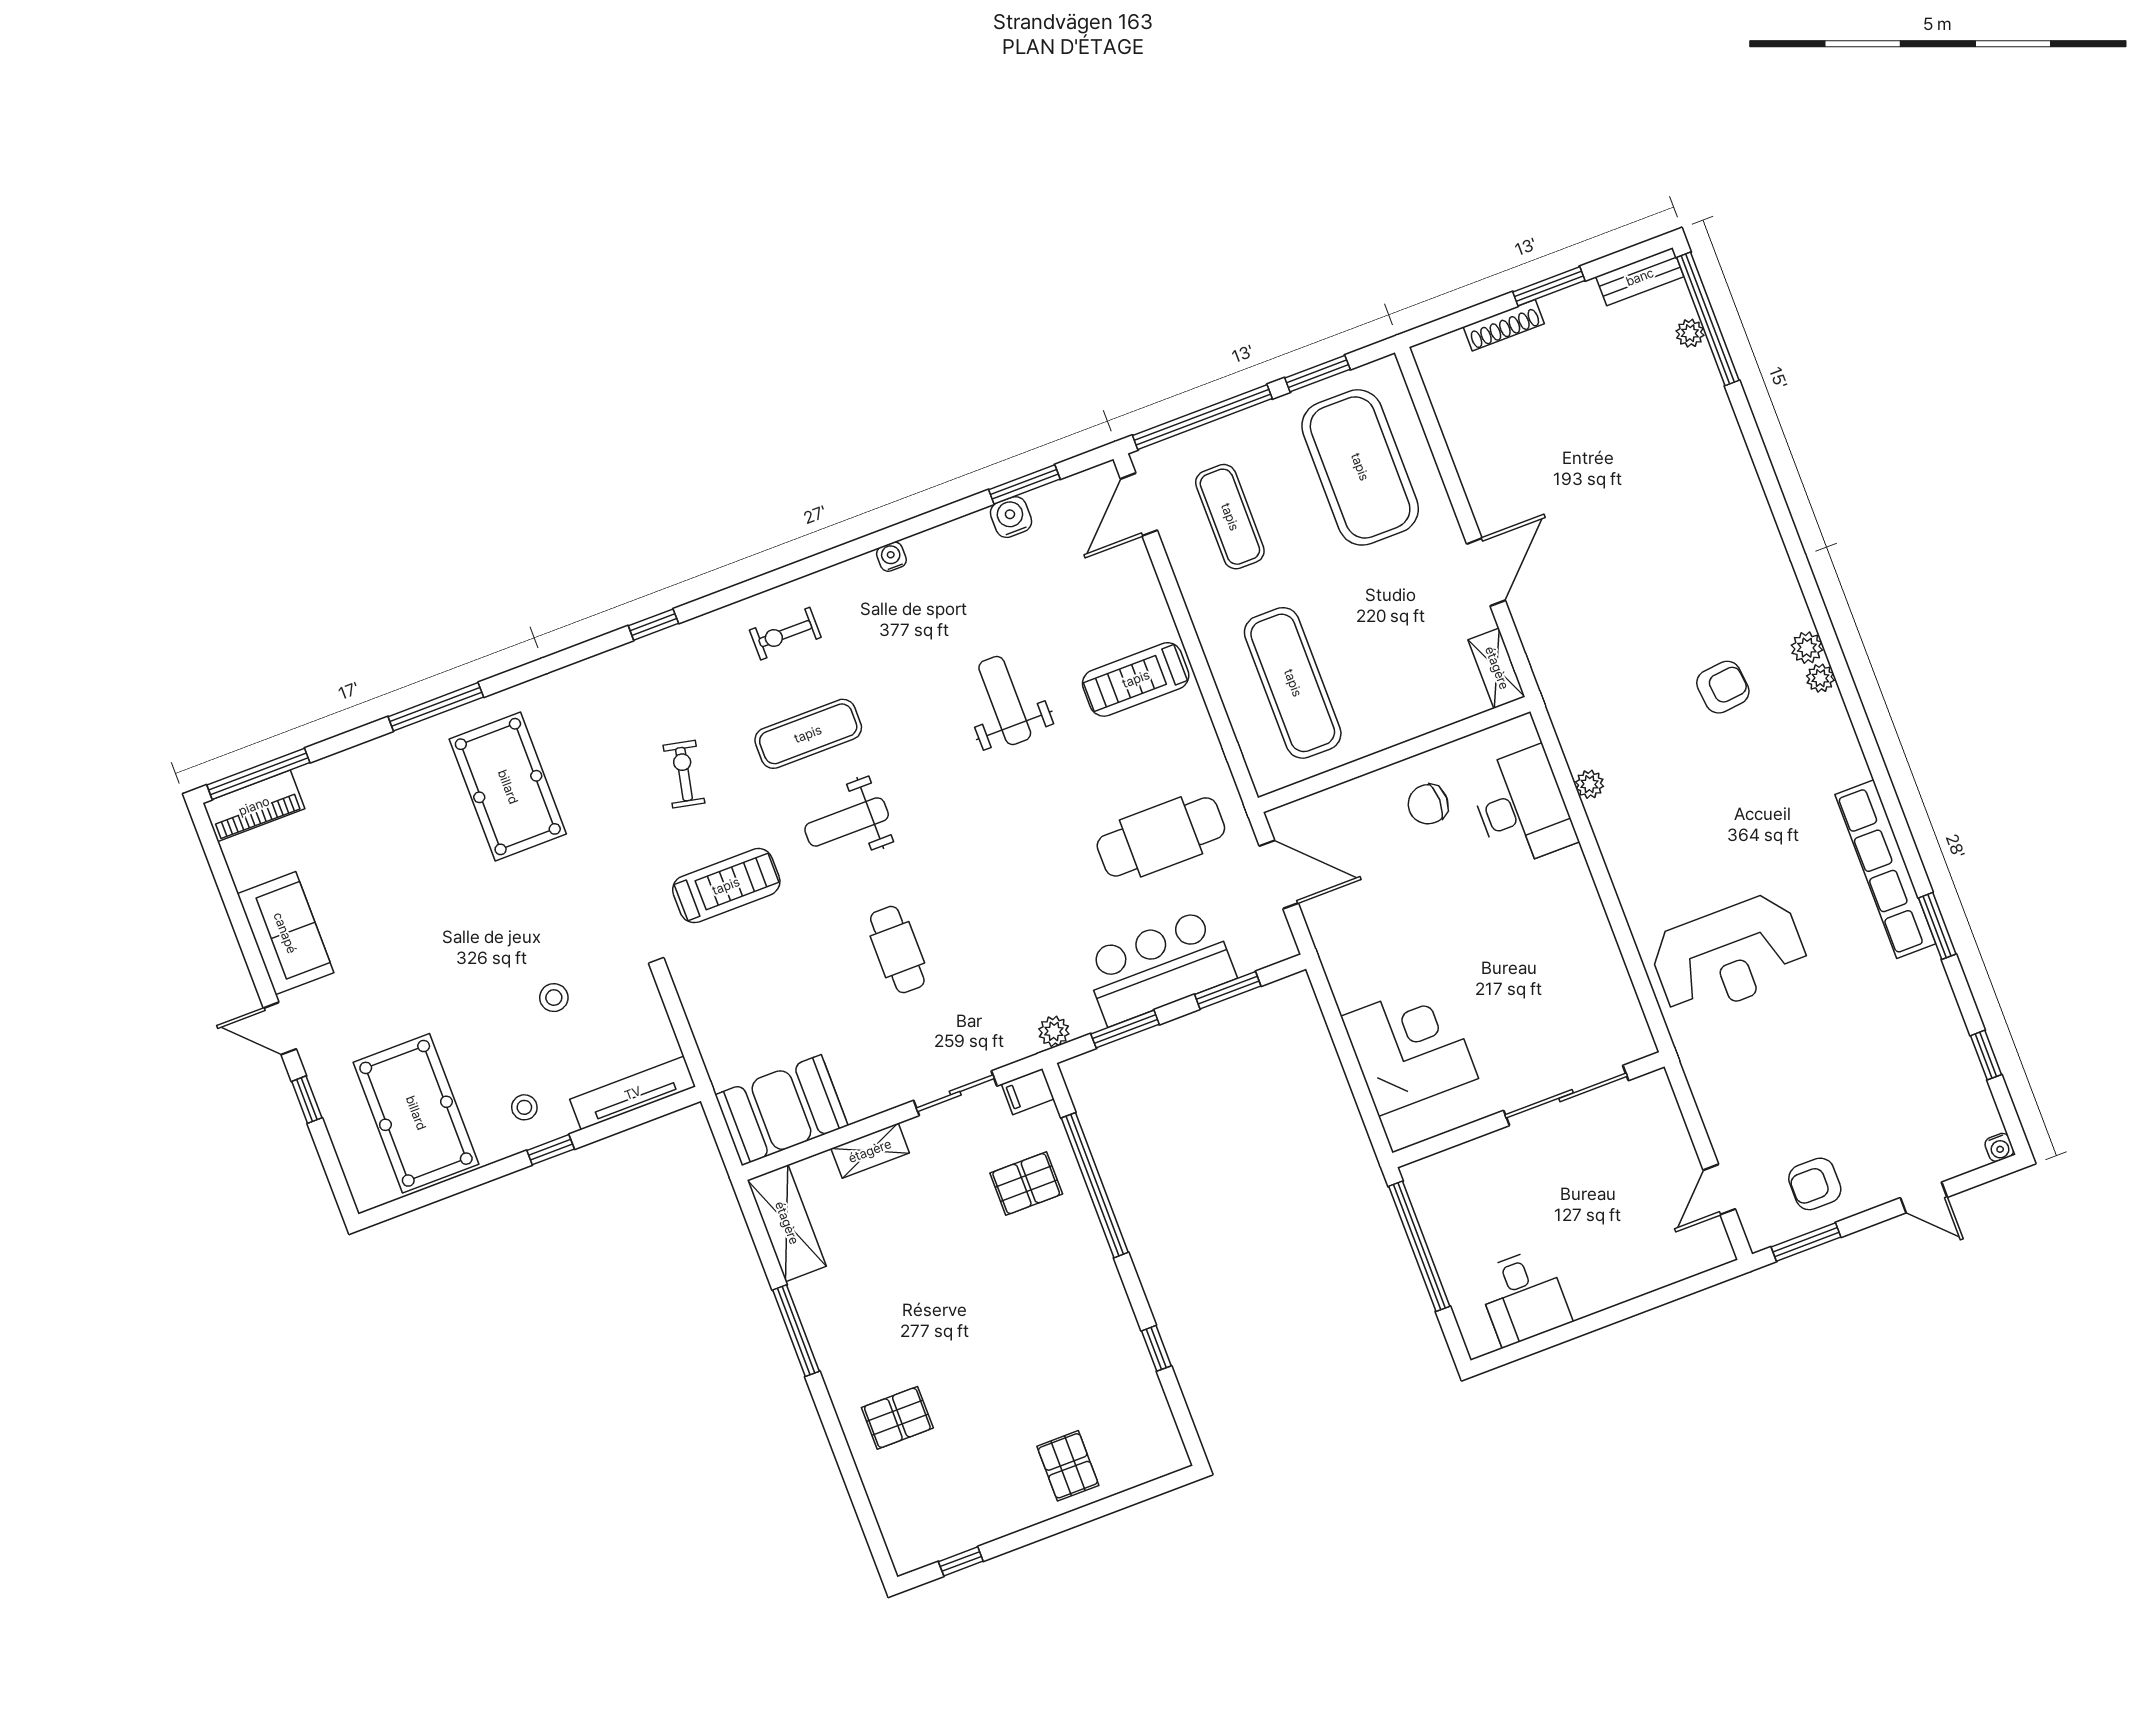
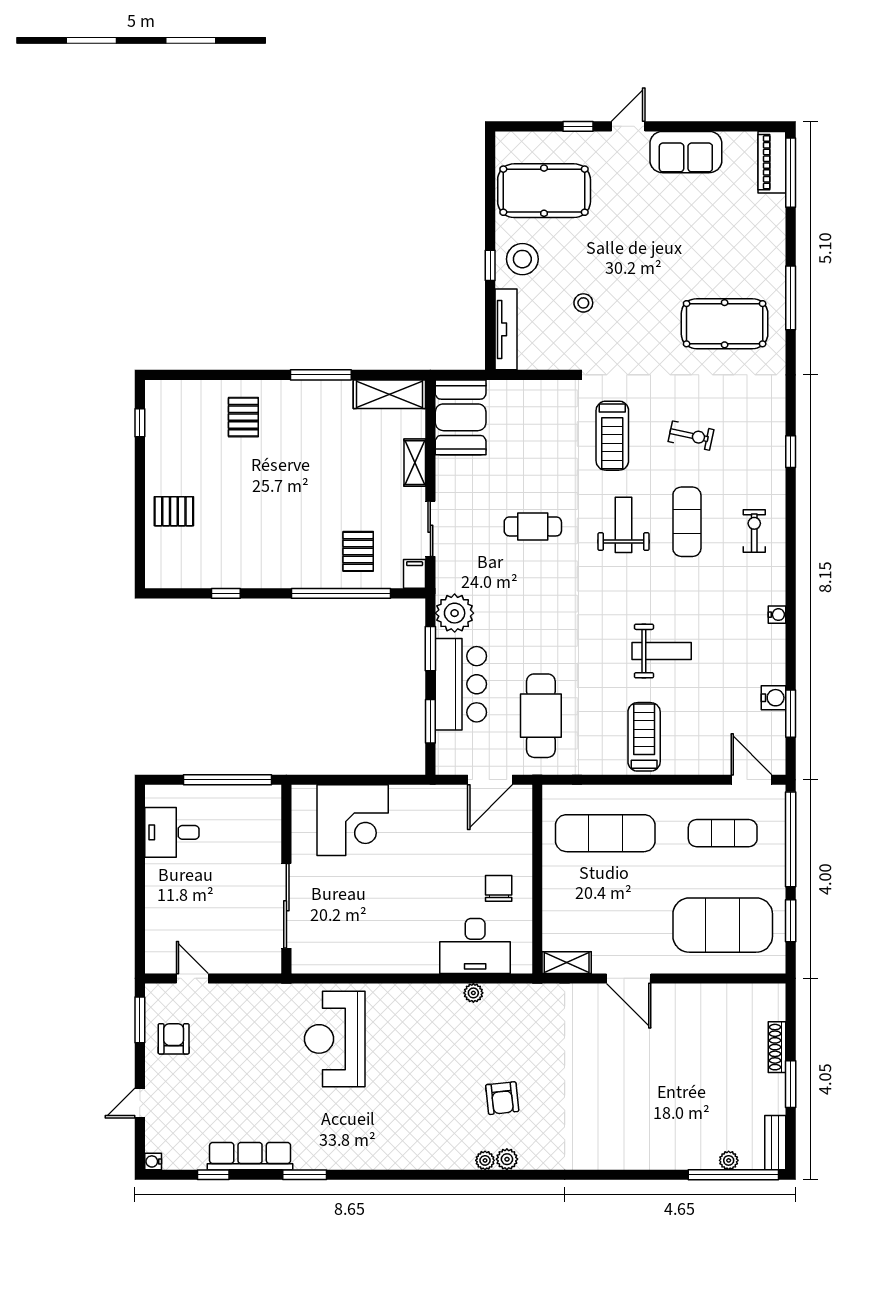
row of seats: (1885, 869) -> (250, 1156), moved, width x0.73
plant: (1054, 1031) -> (455, 613), width x1.87, depth x1.87
stool: (524, 1107) -> (522, 259), width x1.89, depth x1.89

